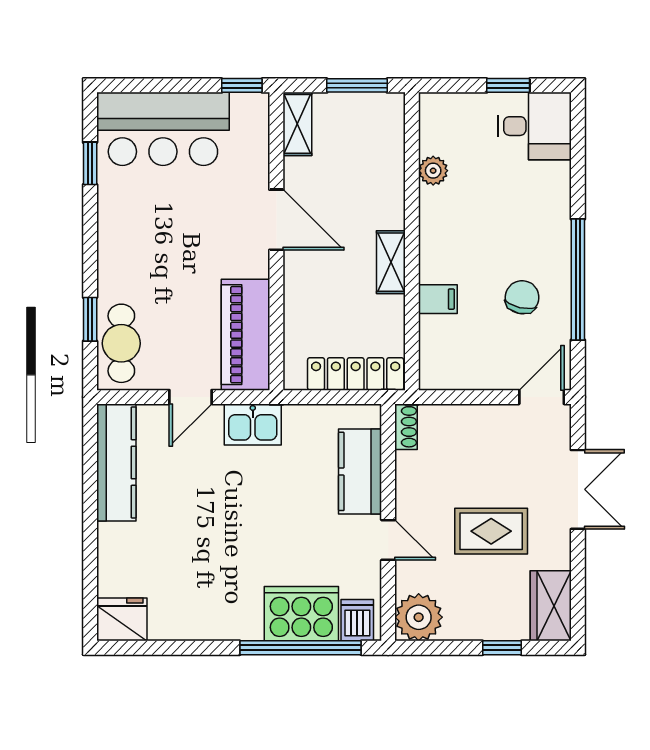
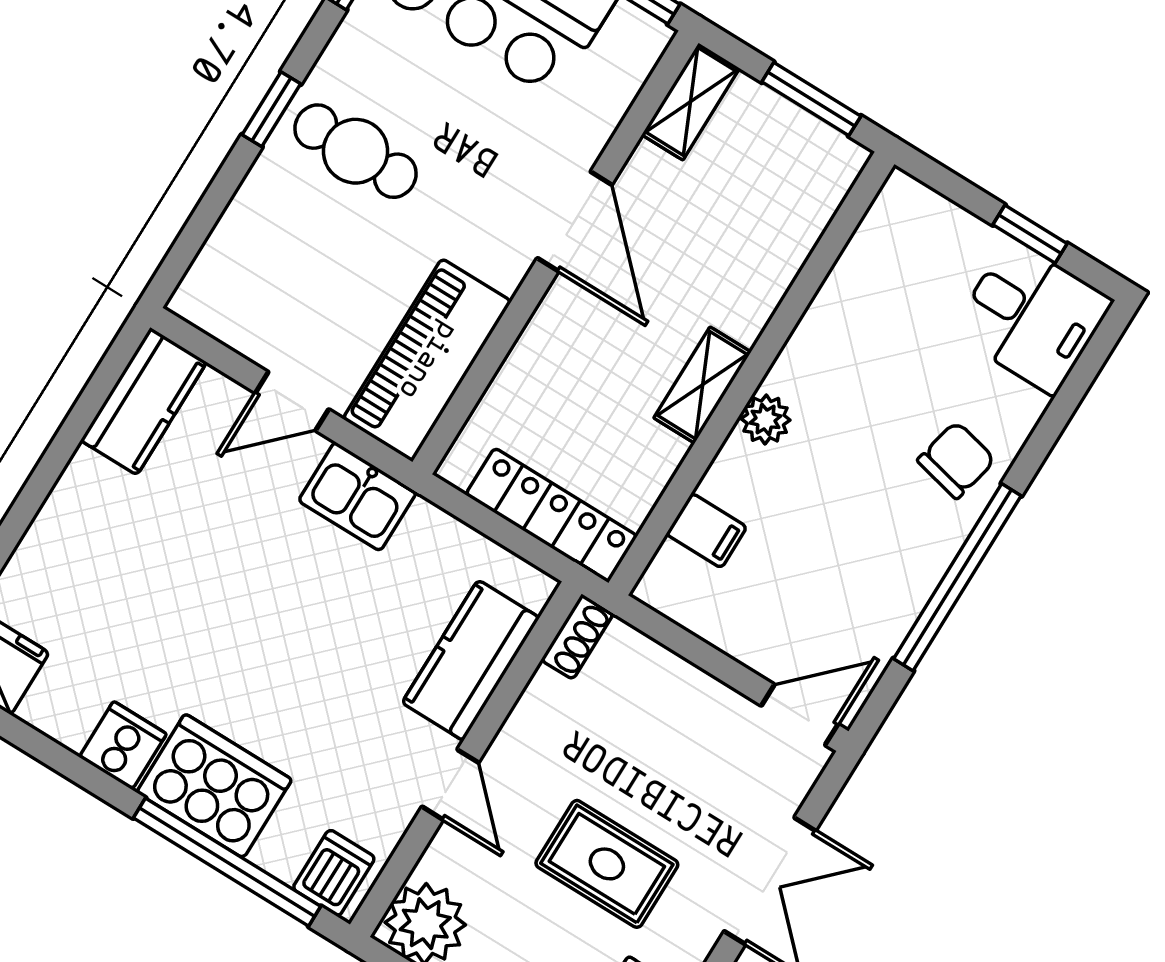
plant: (433, 171) -> (766, 419), moved
chair: (522, 297) -> (956, 460), moved
filing cabinet: (438, 299) -> (706, 531), moved
window: (90, 319) -> (271, 109), moved
cafe table: (121, 343) -> (356, 151), moved, turned 90
kitchen counter: (116, 463) -> (144, 401), width x0.67
cooker: (301, 614) -> (214, 786), moved
cooker: (212, 622) -> (123, 745), added

